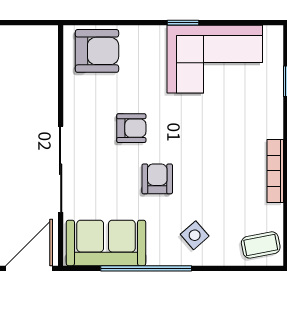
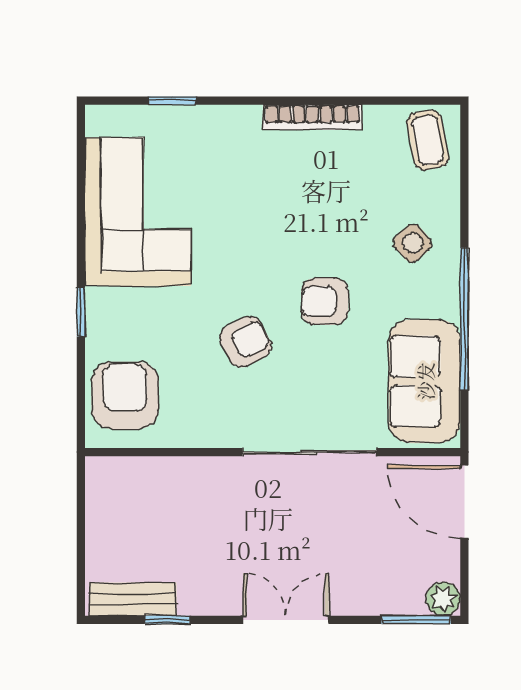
window: (183, 23) -> (81, 312), moved
armchair: (131, 128) -> (245, 342), turned 63

